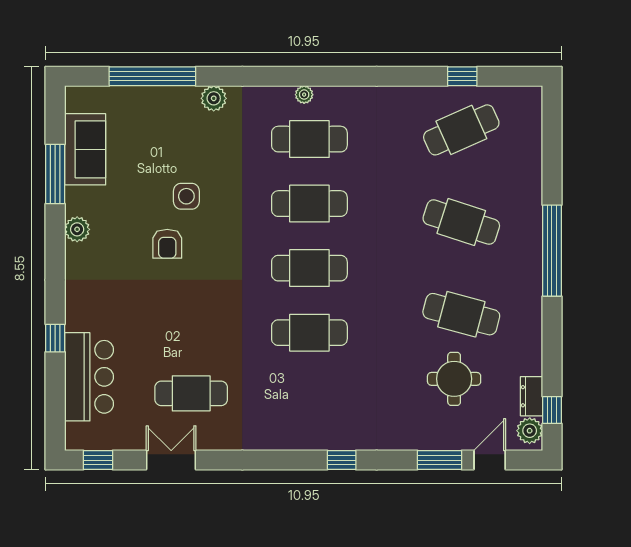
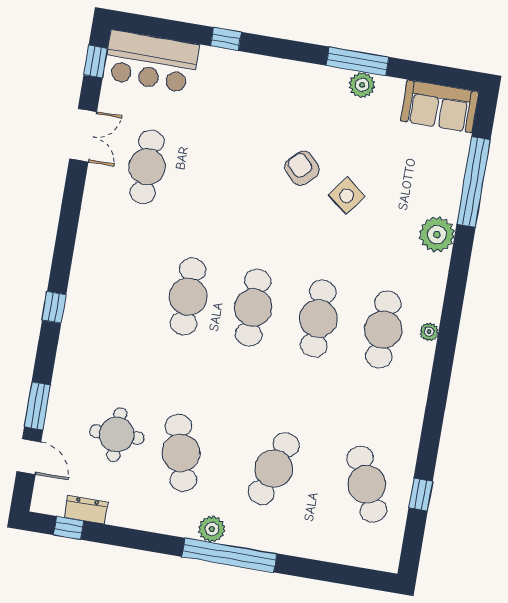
plant: (214, 98) -> (437, 234), width x1.36, depth x1.36
sofa: (85, 149) -> (440, 106), moved
window: (55, 174) -> (358, 61), moved
side table: (186, 196) -> (347, 196), turned 38
plant: (77, 229) -> (362, 85), moved
armchair: (167, 244) -> (302, 168), turned 46
cafe table: (461, 314) -> (181, 453), turned -30
bar counter: (89, 377) -> (151, 62), moved
plant: (530, 431) -> (212, 529), moved

